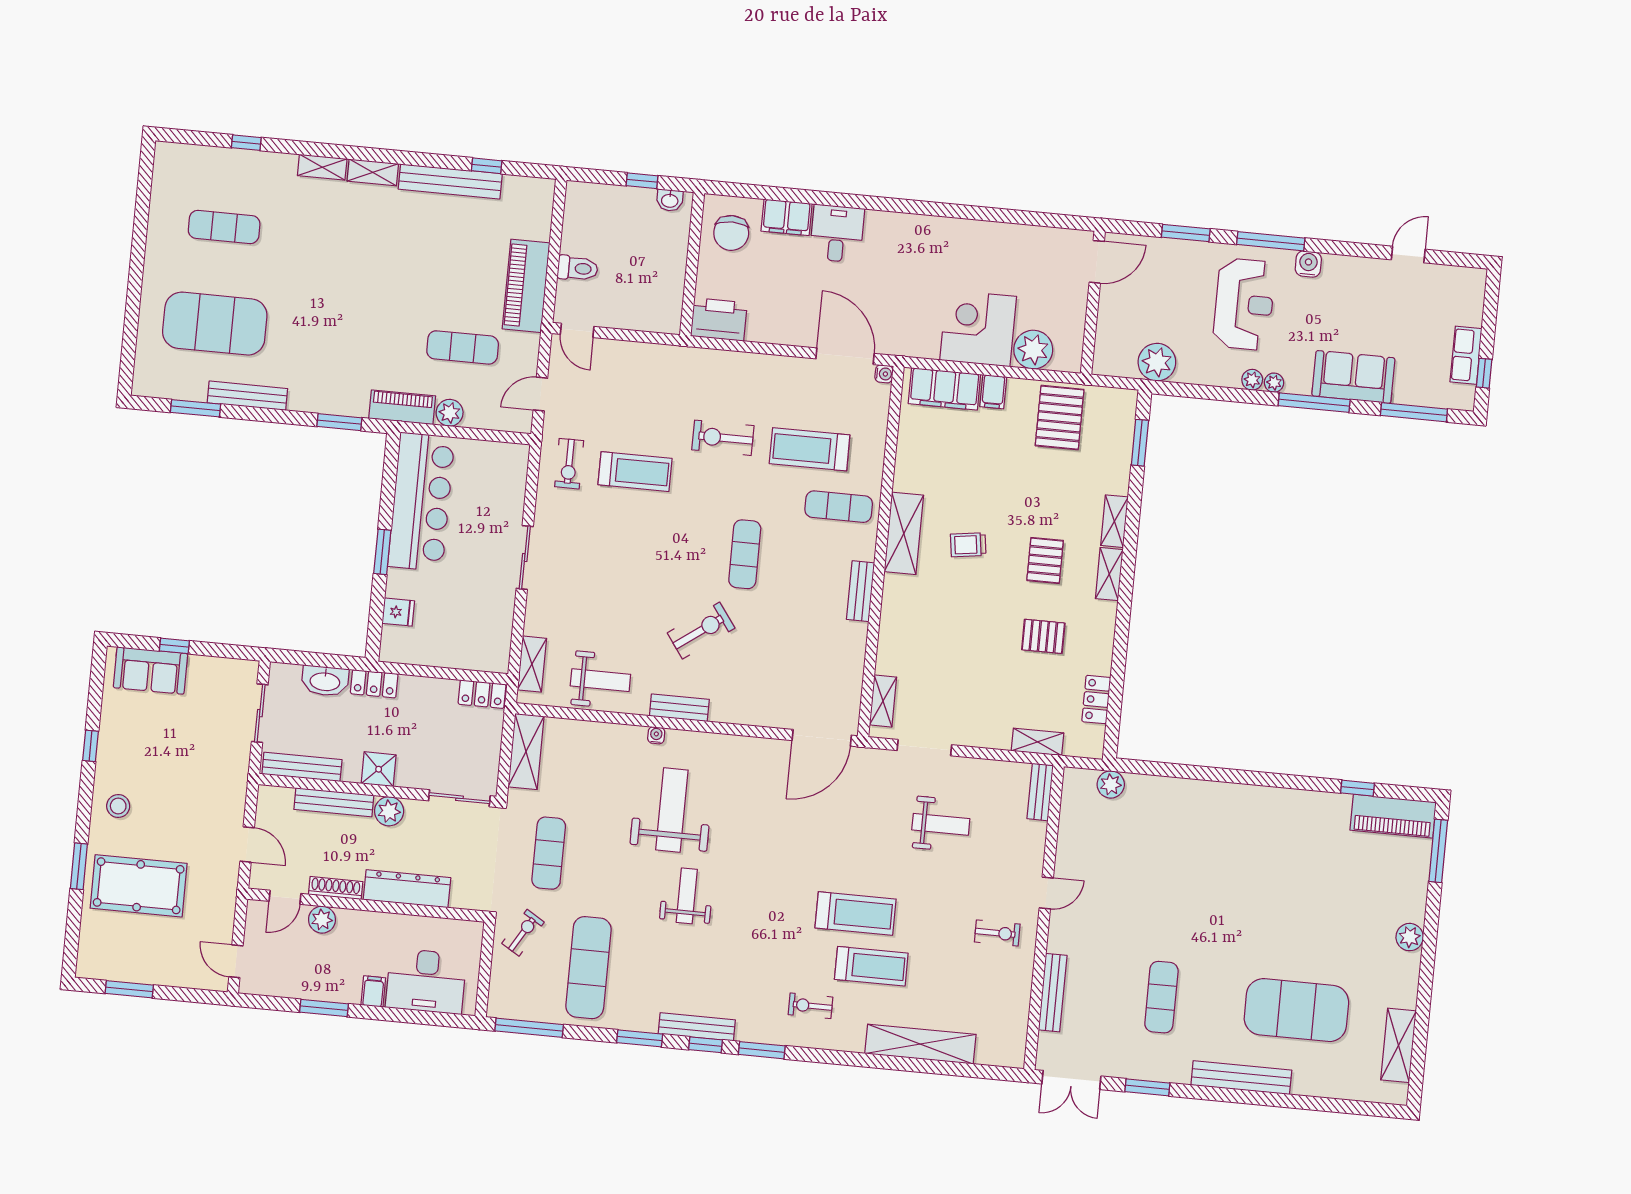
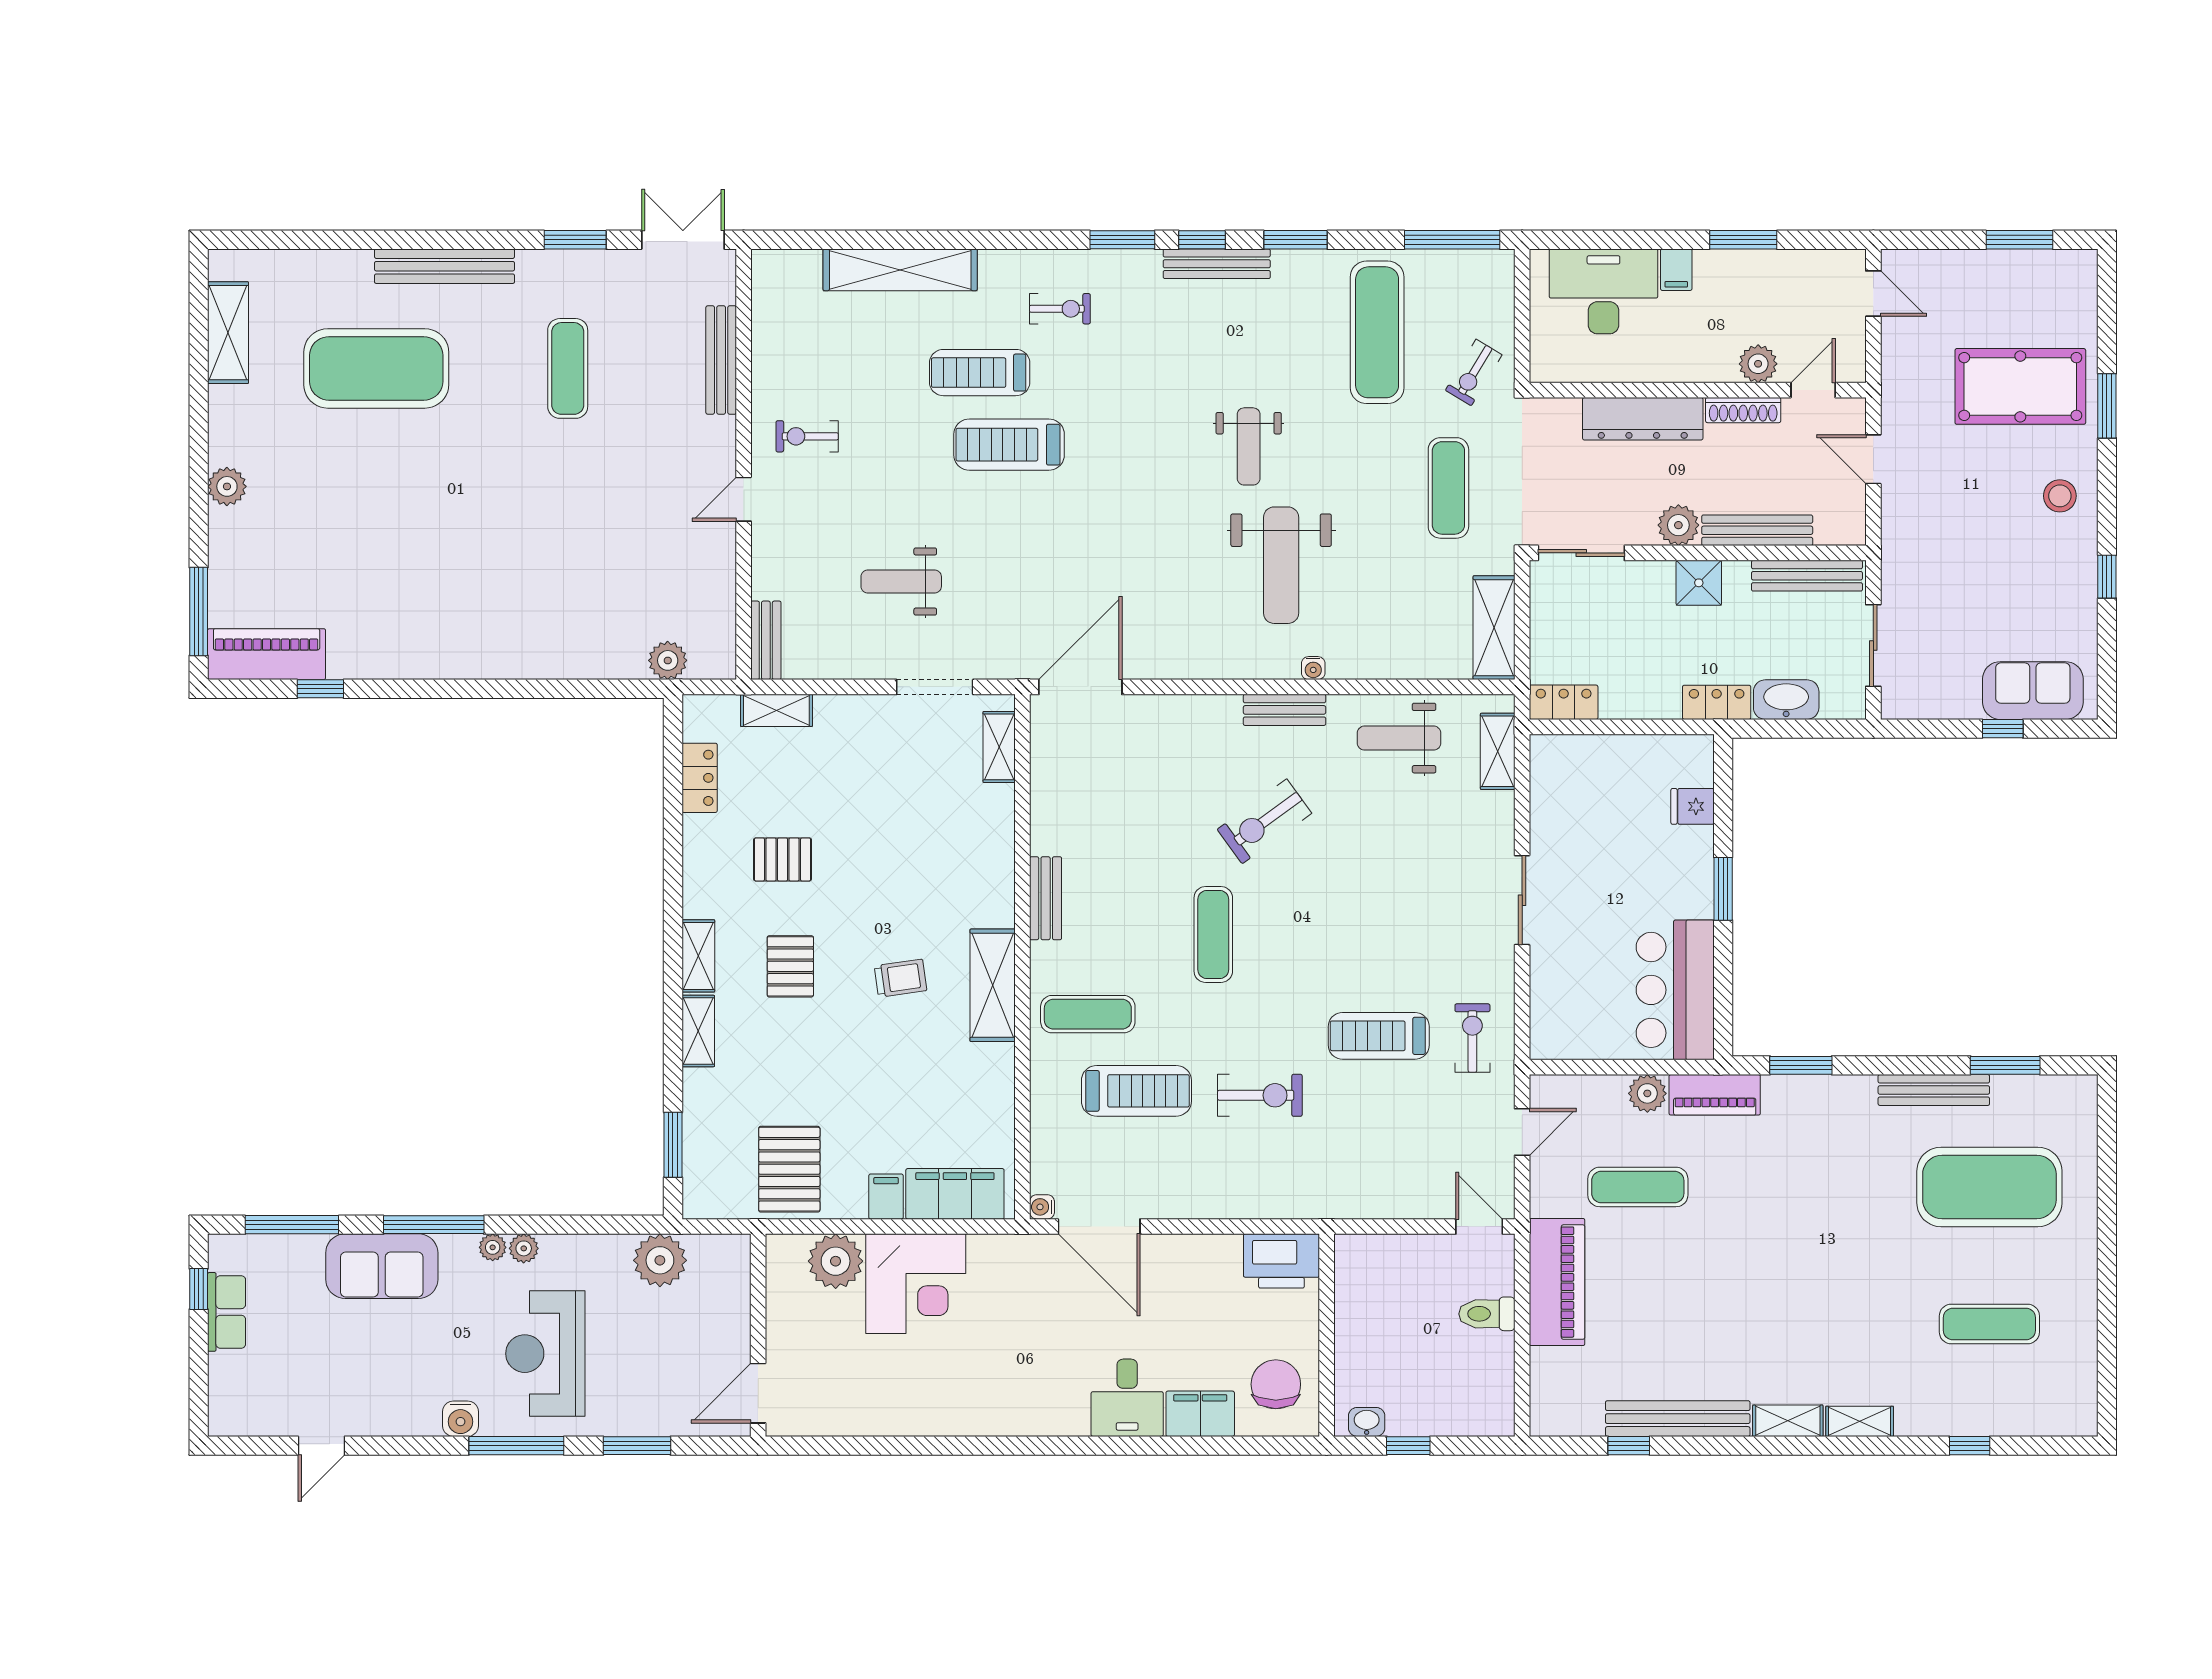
bar counter: (421, 502) -> (1675, 990), width x0.73

